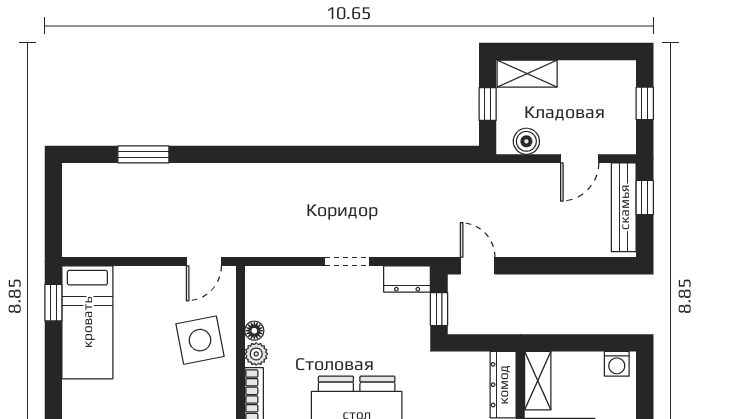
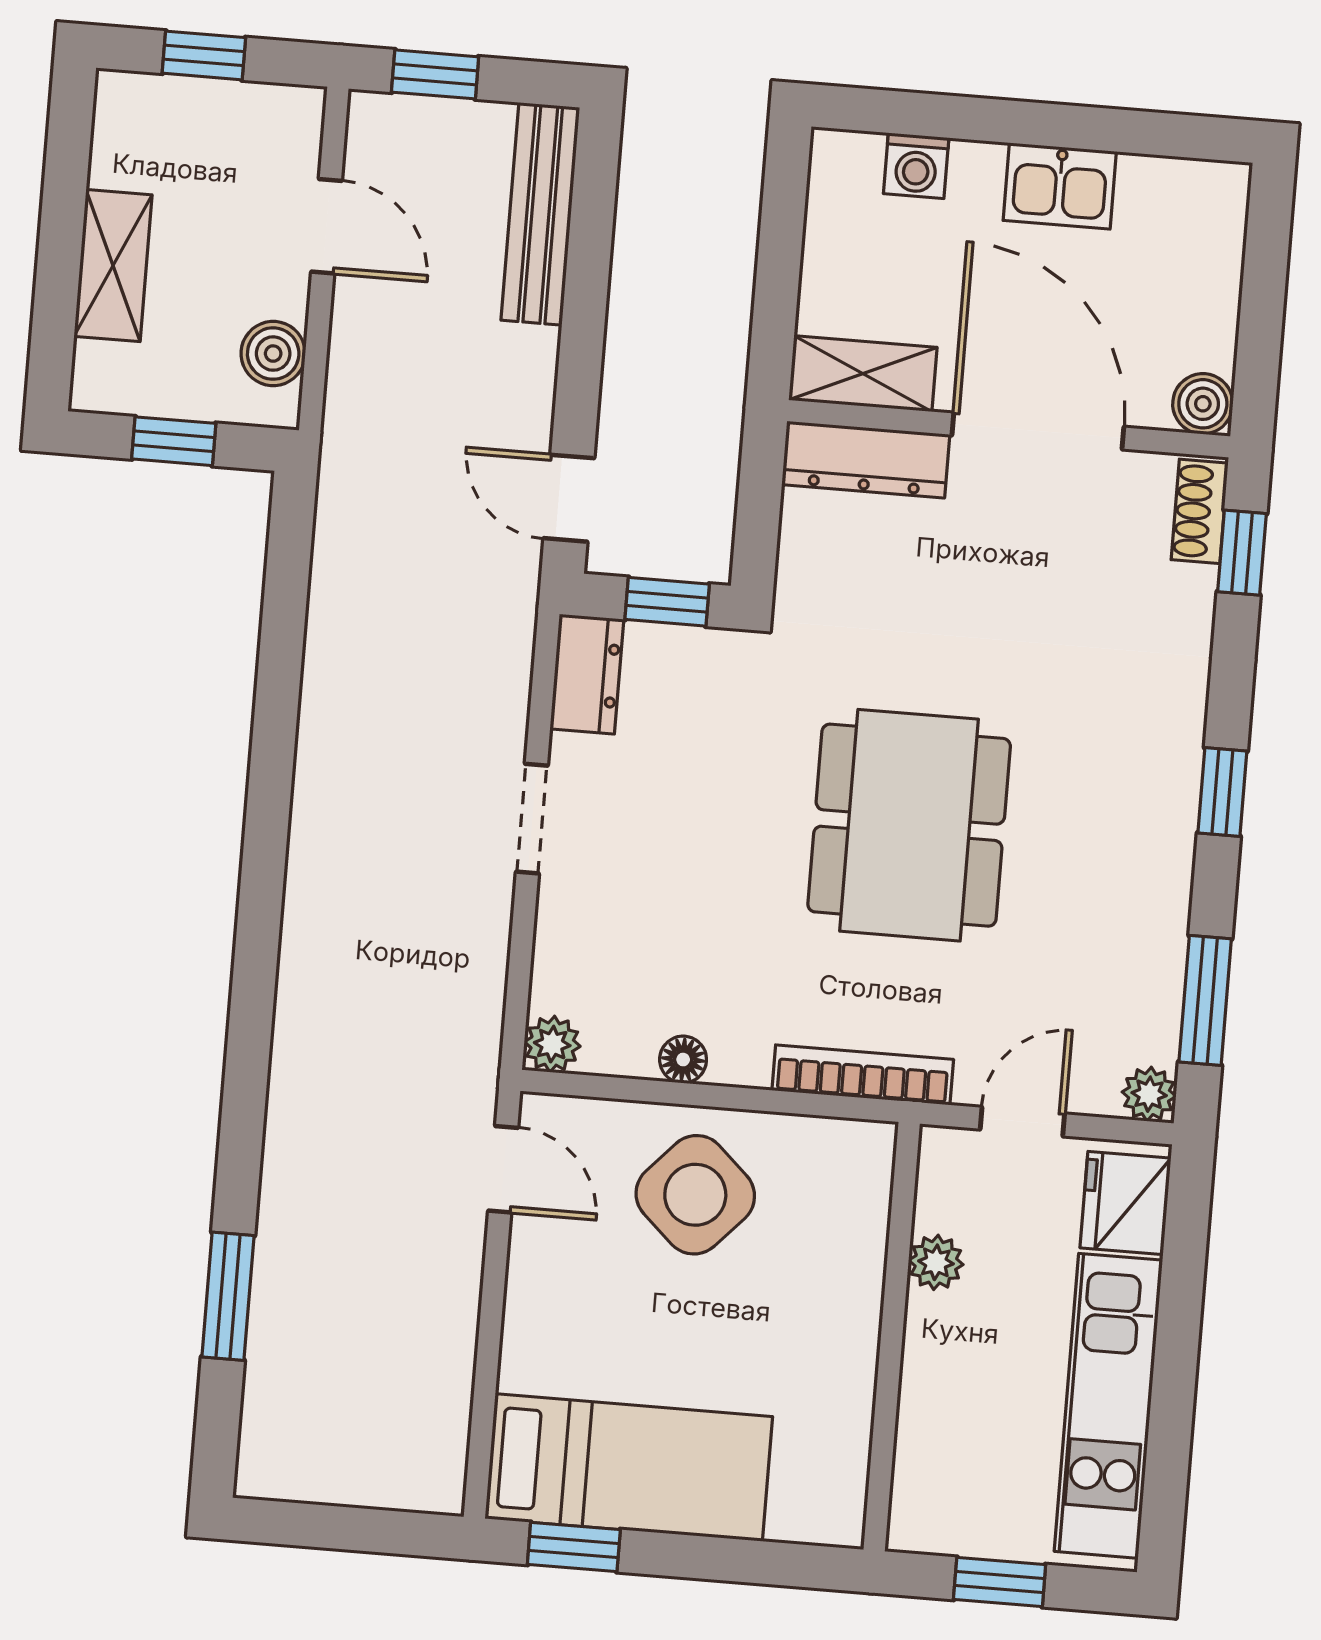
shelving: (527, 74) -> (113, 266), moved
bench: (624, 207) -> (540, 214), moved, turned 90
door: (478, 266) -> (569, 498), hinge flipped
side table: (200, 340) -> (695, 1195), turned -36
plant: (256, 354) -> (552, 1044), moved
washing machine: (617, 364) -> (916, 166), moved, turned 90

